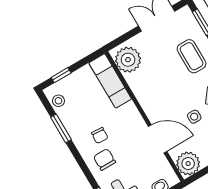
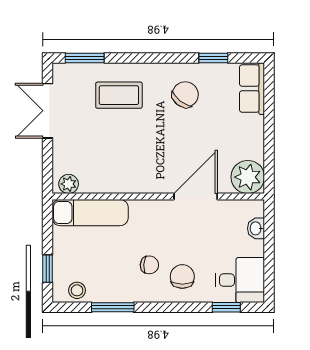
plant: (128, 60) -> (69, 184), width x0.53, depth x0.53
side table: (194, 117) -> (195, 136), removed
chair: (104, 160) -> (182, 277), turned 90

